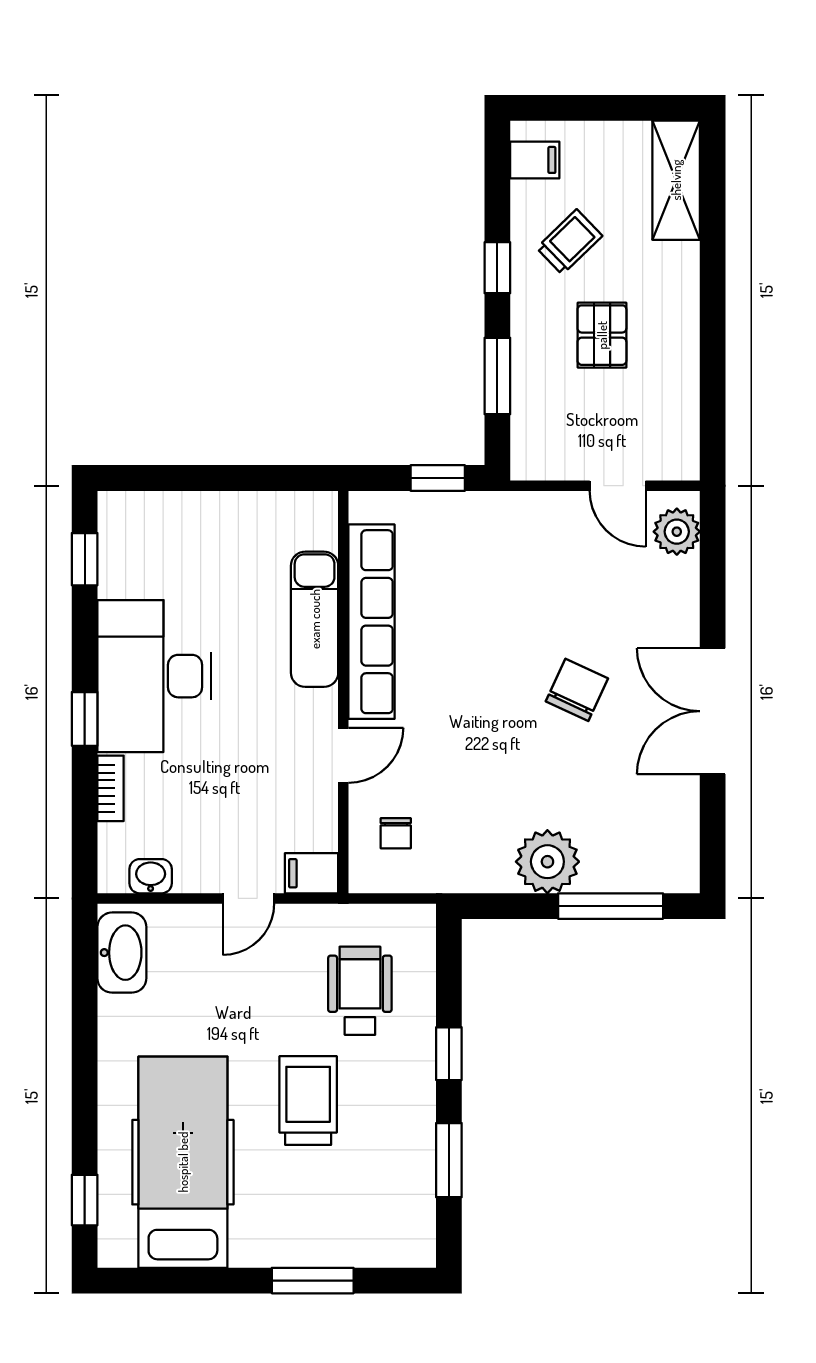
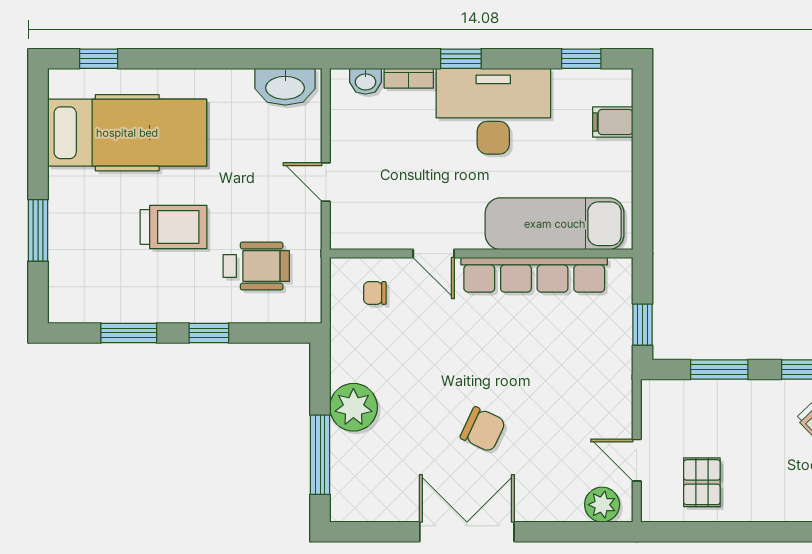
pallet: (602, 335) -> (702, 482), moved, turned 90
door: (618, 486) -> (637, 460), hinge flipped
exam couch: (315, 619) -> (555, 224), width x1.36, depth x1.45
filing cabinet: (312, 873) -> (613, 122), moved, turned -90
washbasin: (151, 876) -> (366, 81), moved, turned 90

